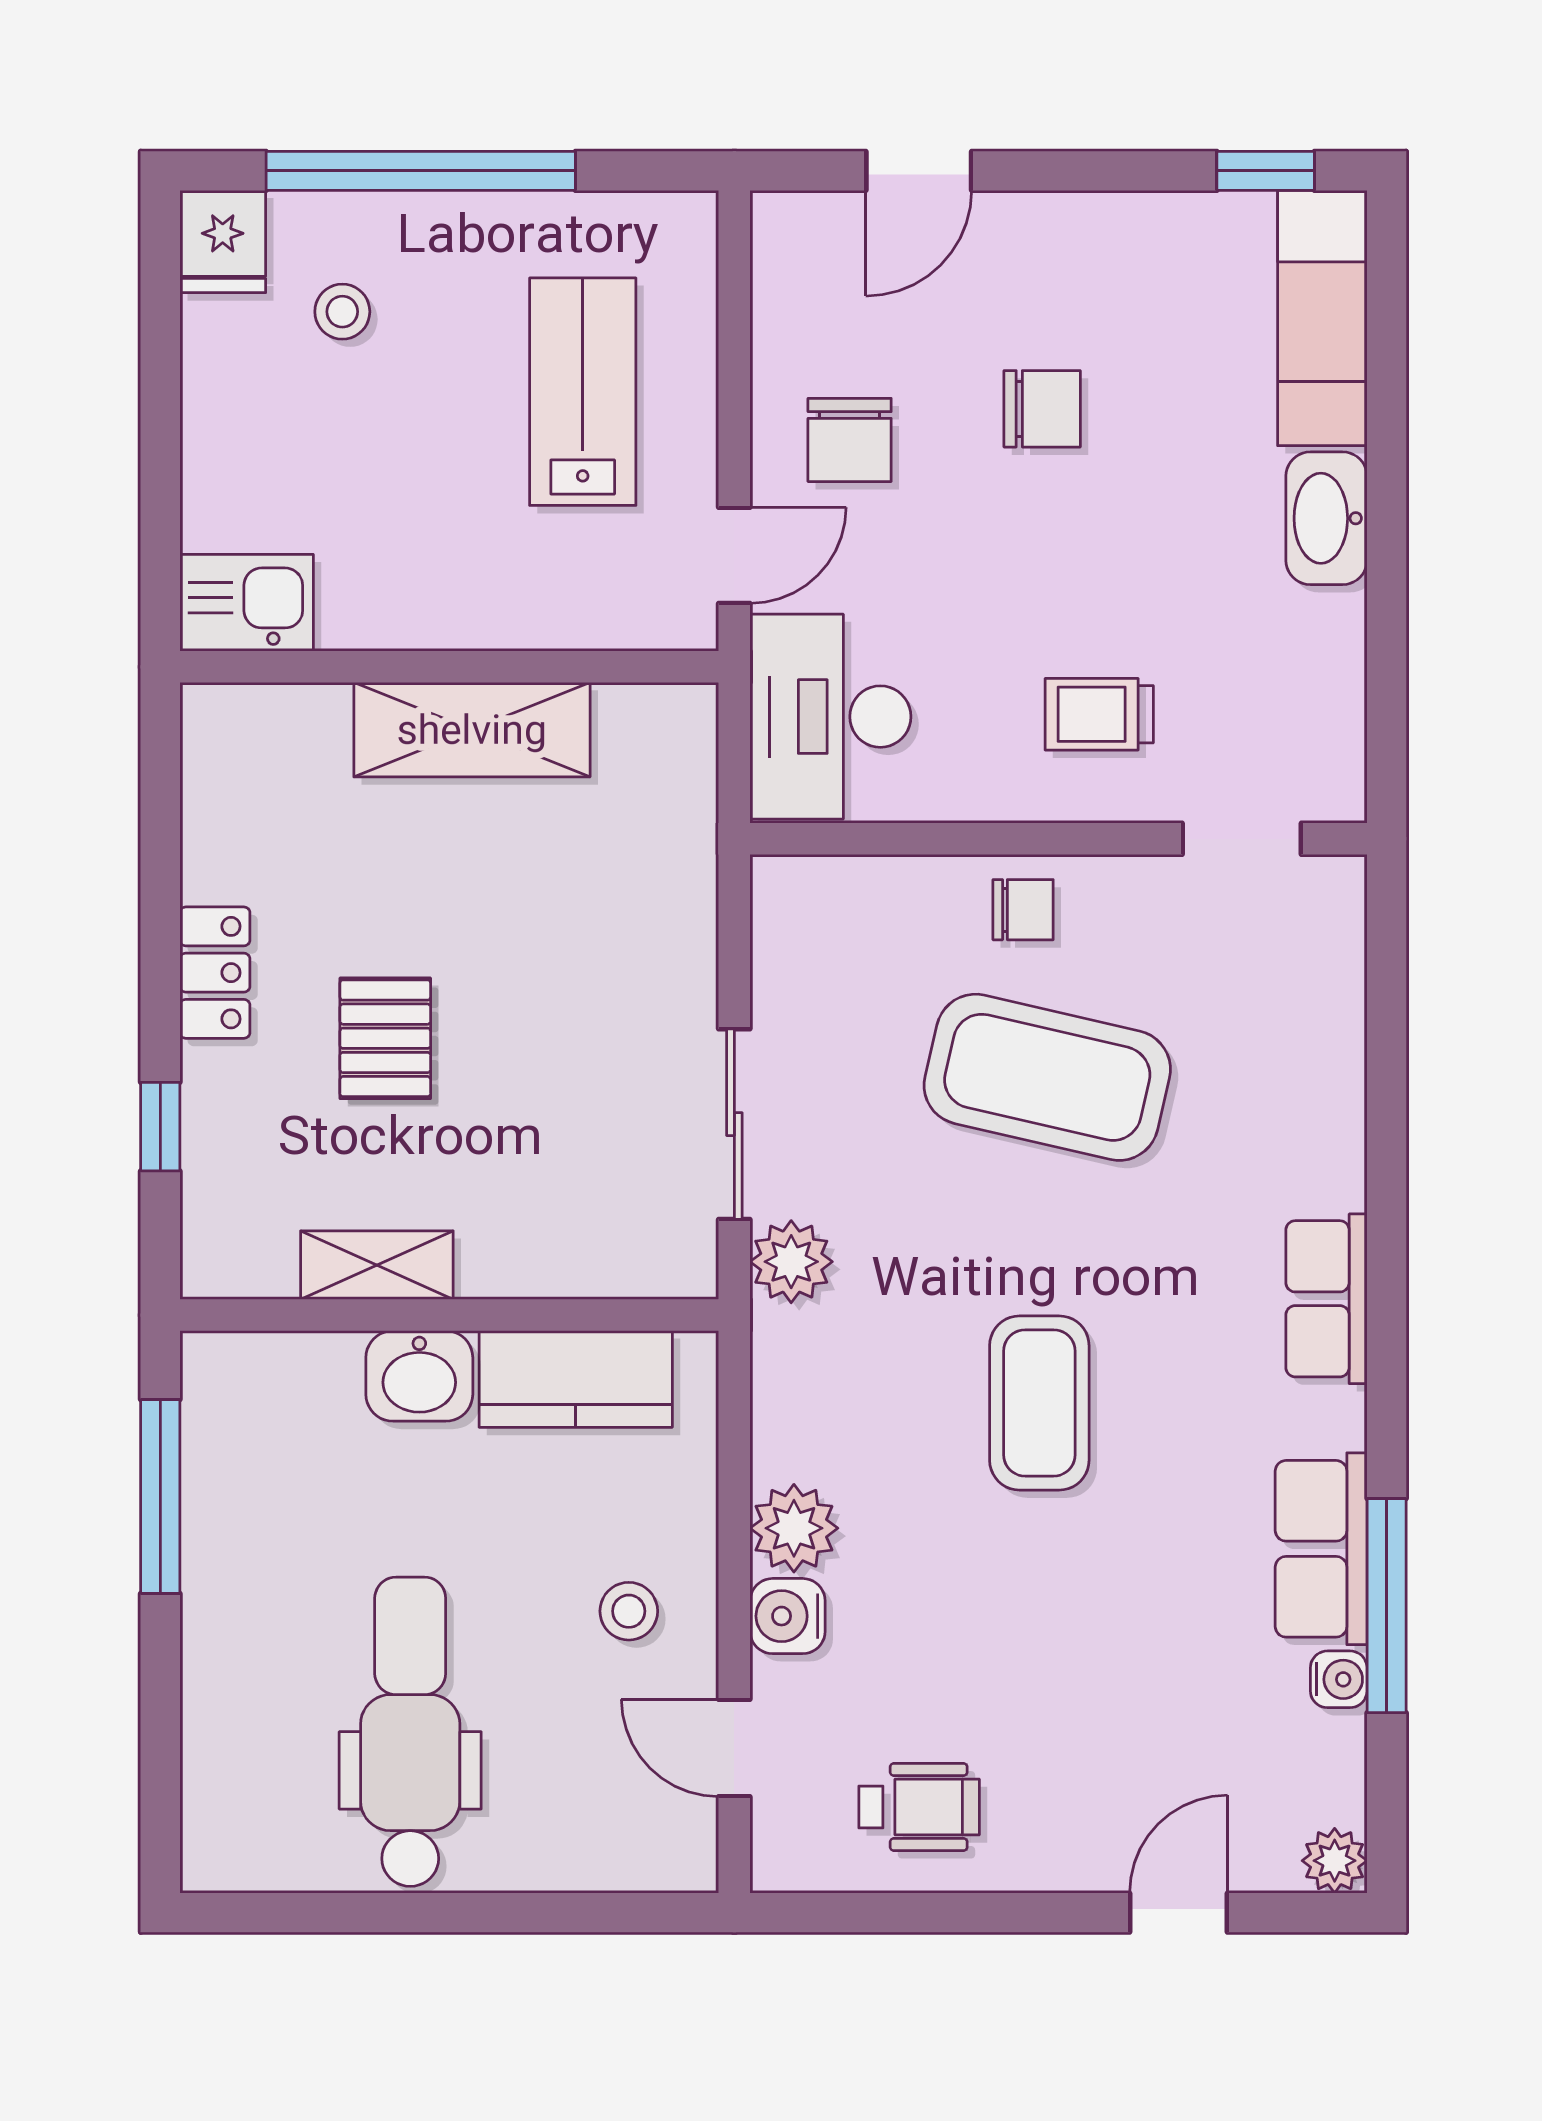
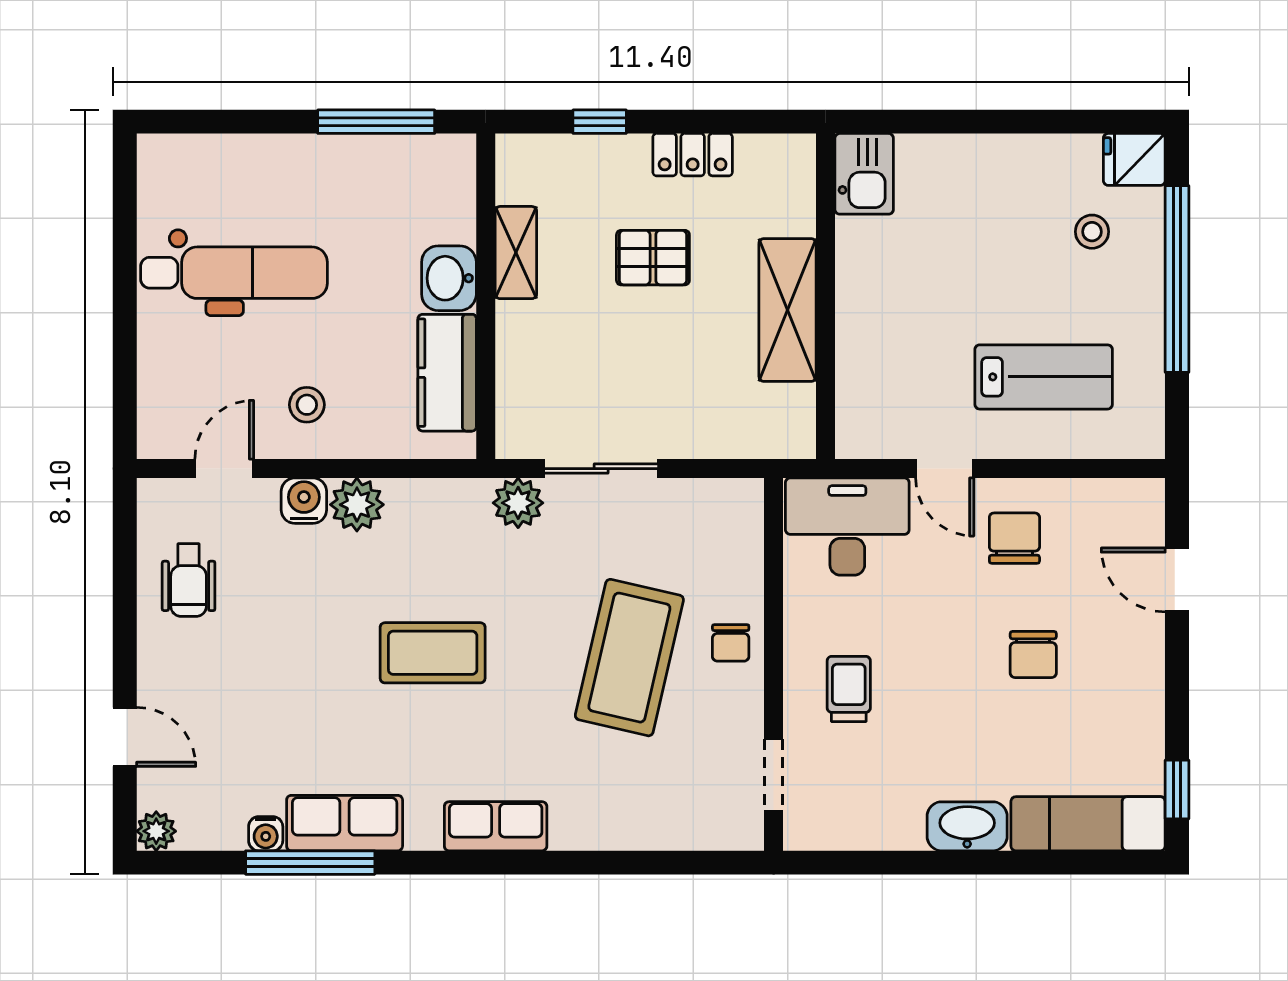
chair: (850, 440) -> (1014, 538), turned 90
kitchen sink: (247, 603) -> (864, 174), moved
wall: (449, 667) -> (825, 296), moved
shelving: (472, 730) -> (787, 310), moved

